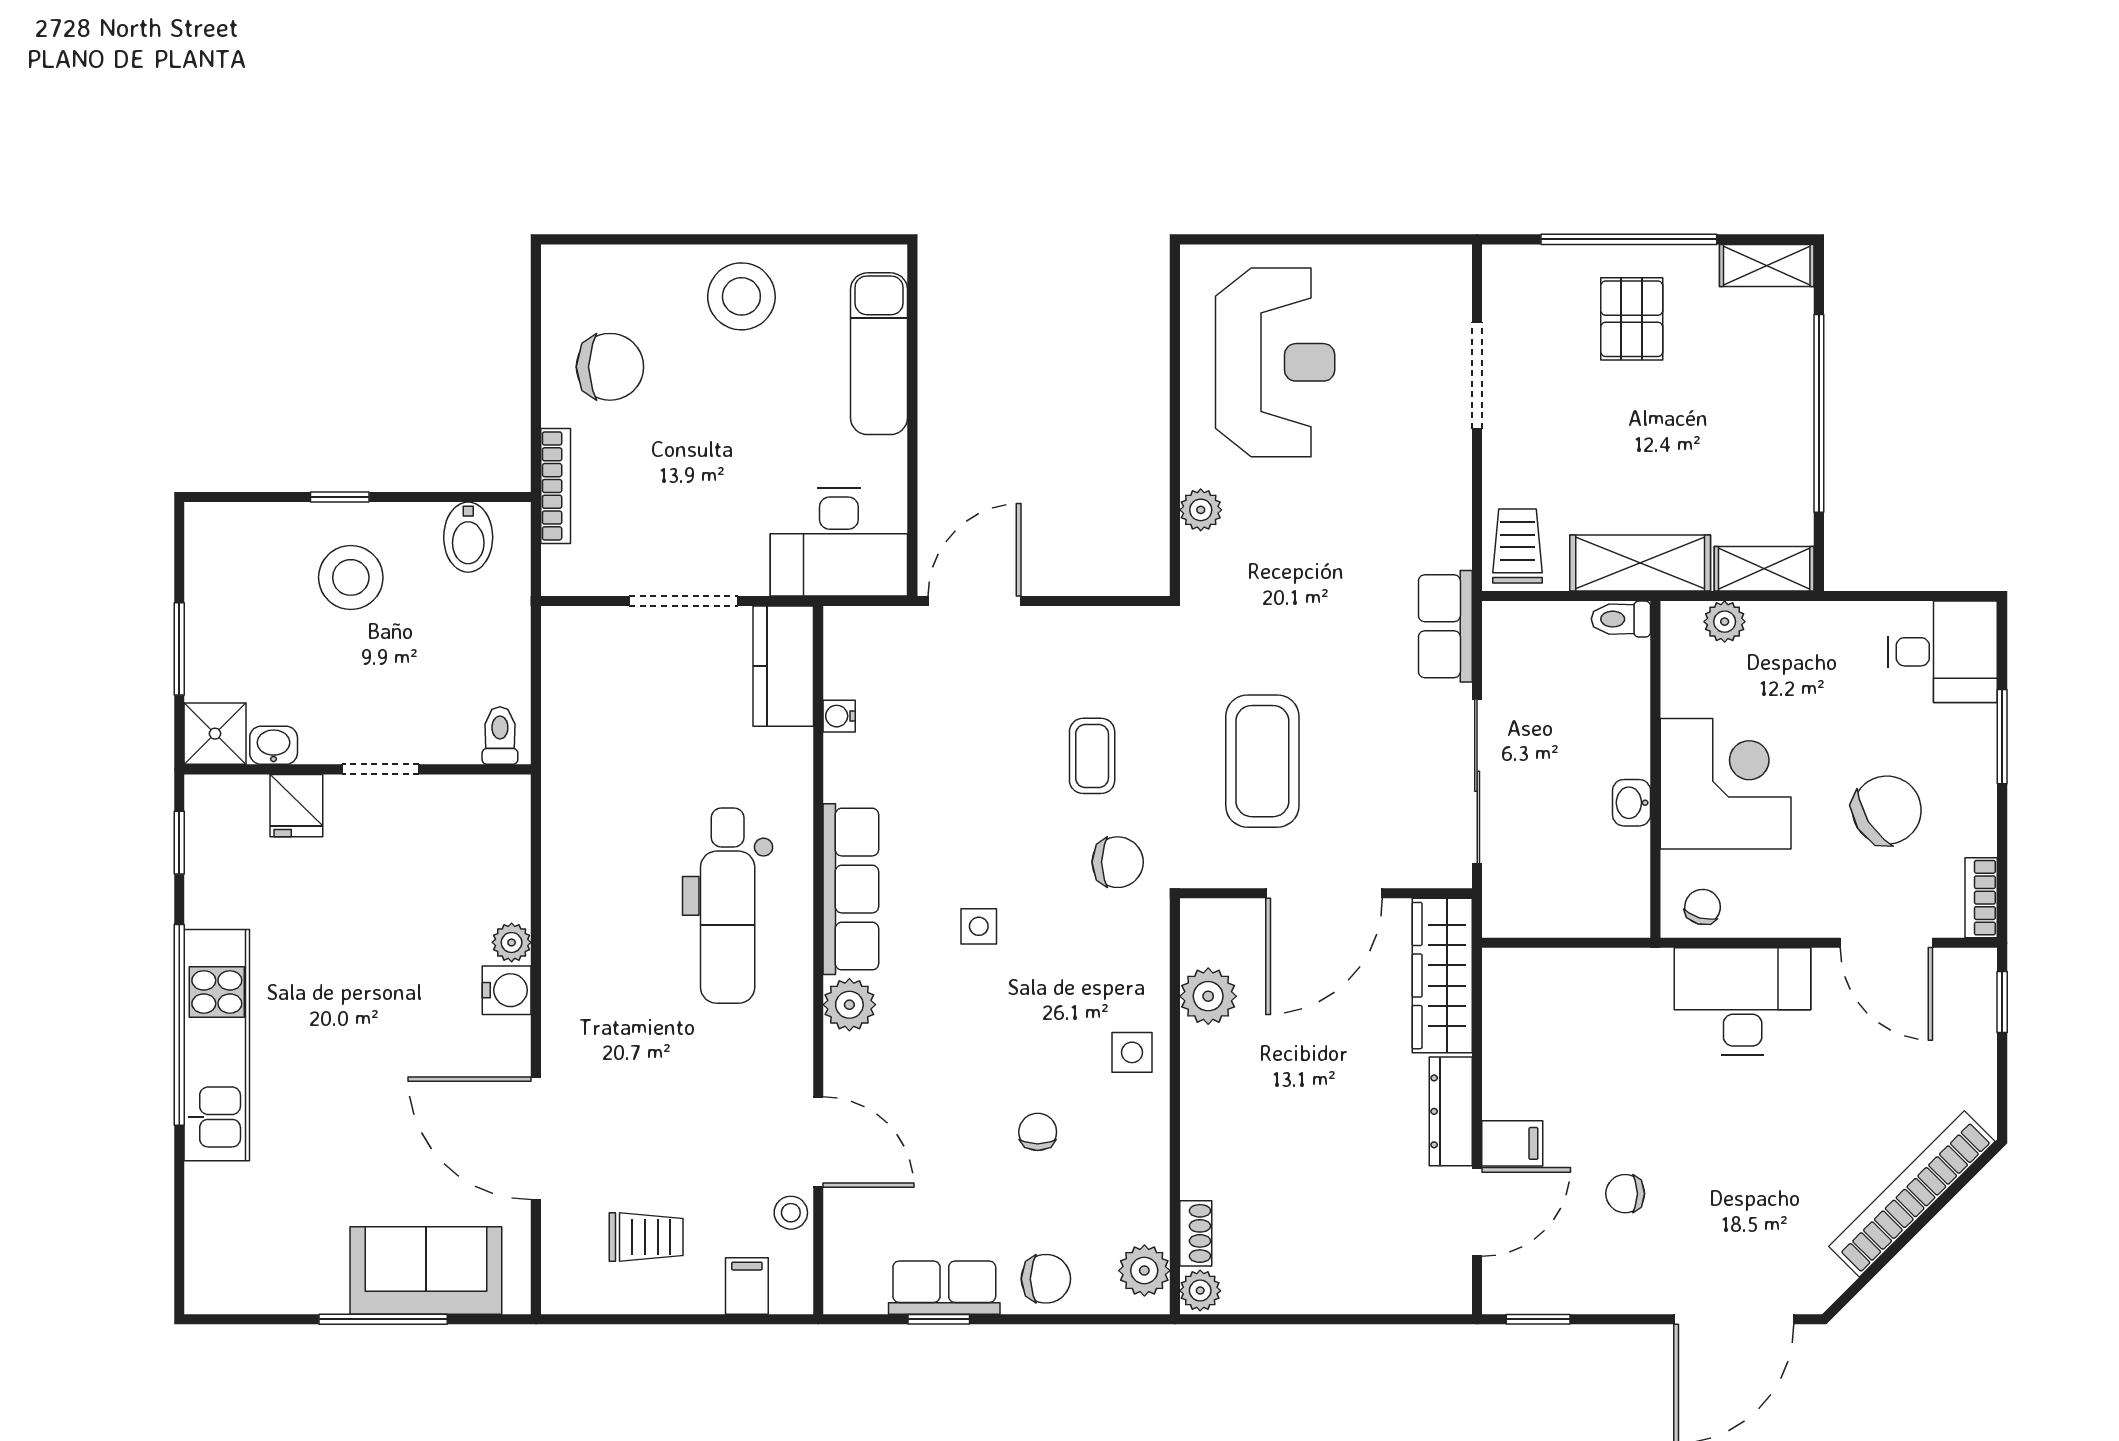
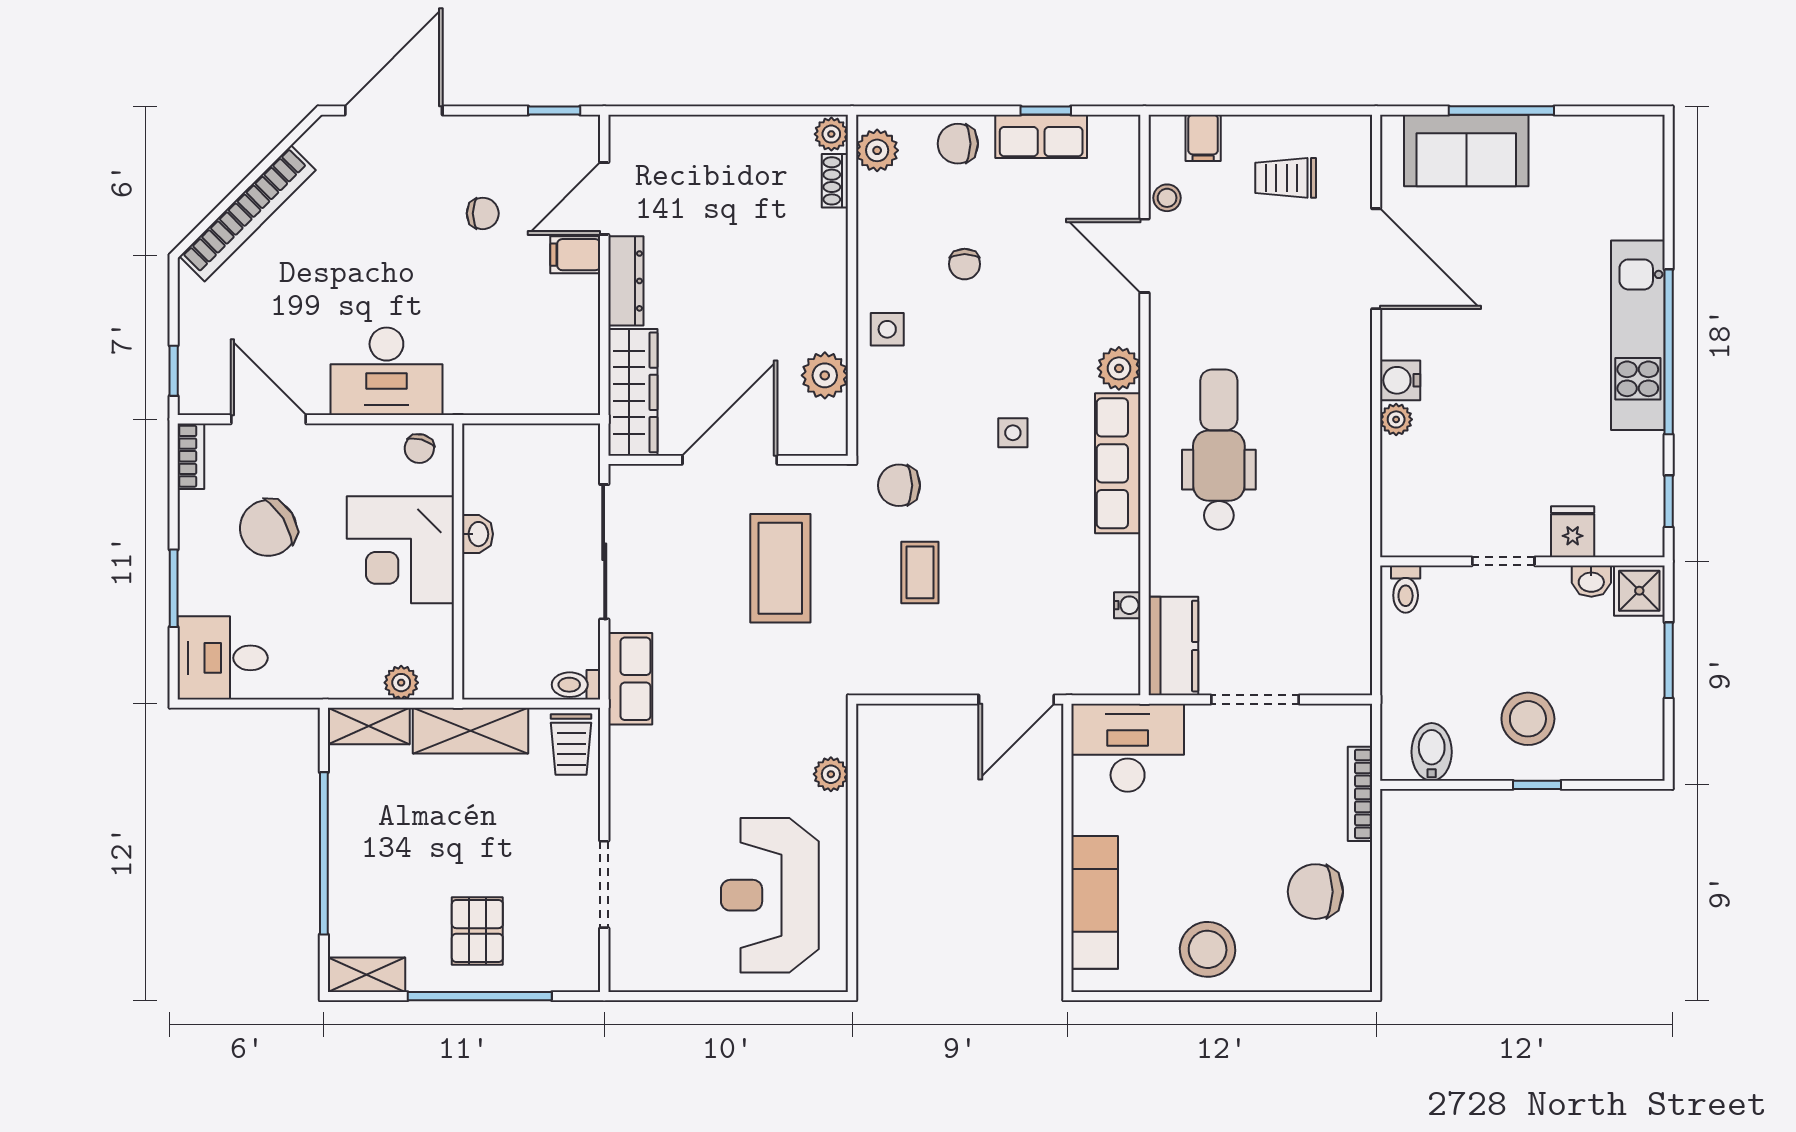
toilet: (1621, 619) -> (576, 685), moved, turned 180

